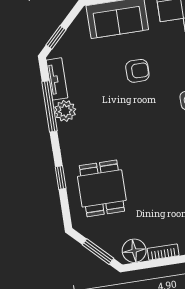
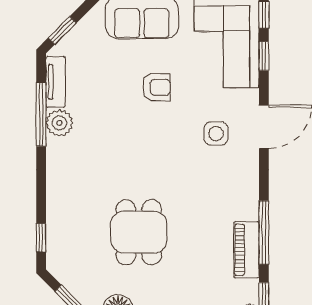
window: (61, 178) -> (41, 238), moved
dining table: (102, 188) -> (139, 232), moved

